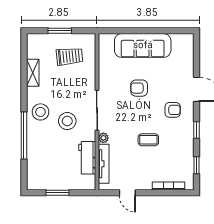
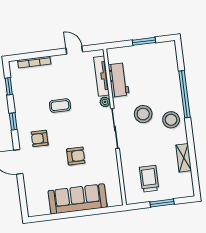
trolley: (70, 56) -> (149, 179), turned 96

